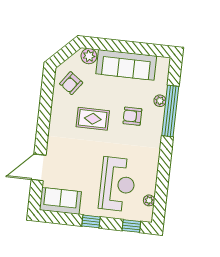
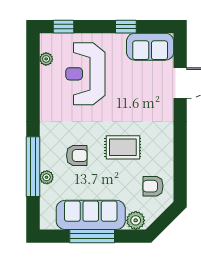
window: (127, 47) -> (92, 236), added
armchair: (71, 83) -> (153, 186), turned -126
window: (91, 221) -> (126, 27), moved

